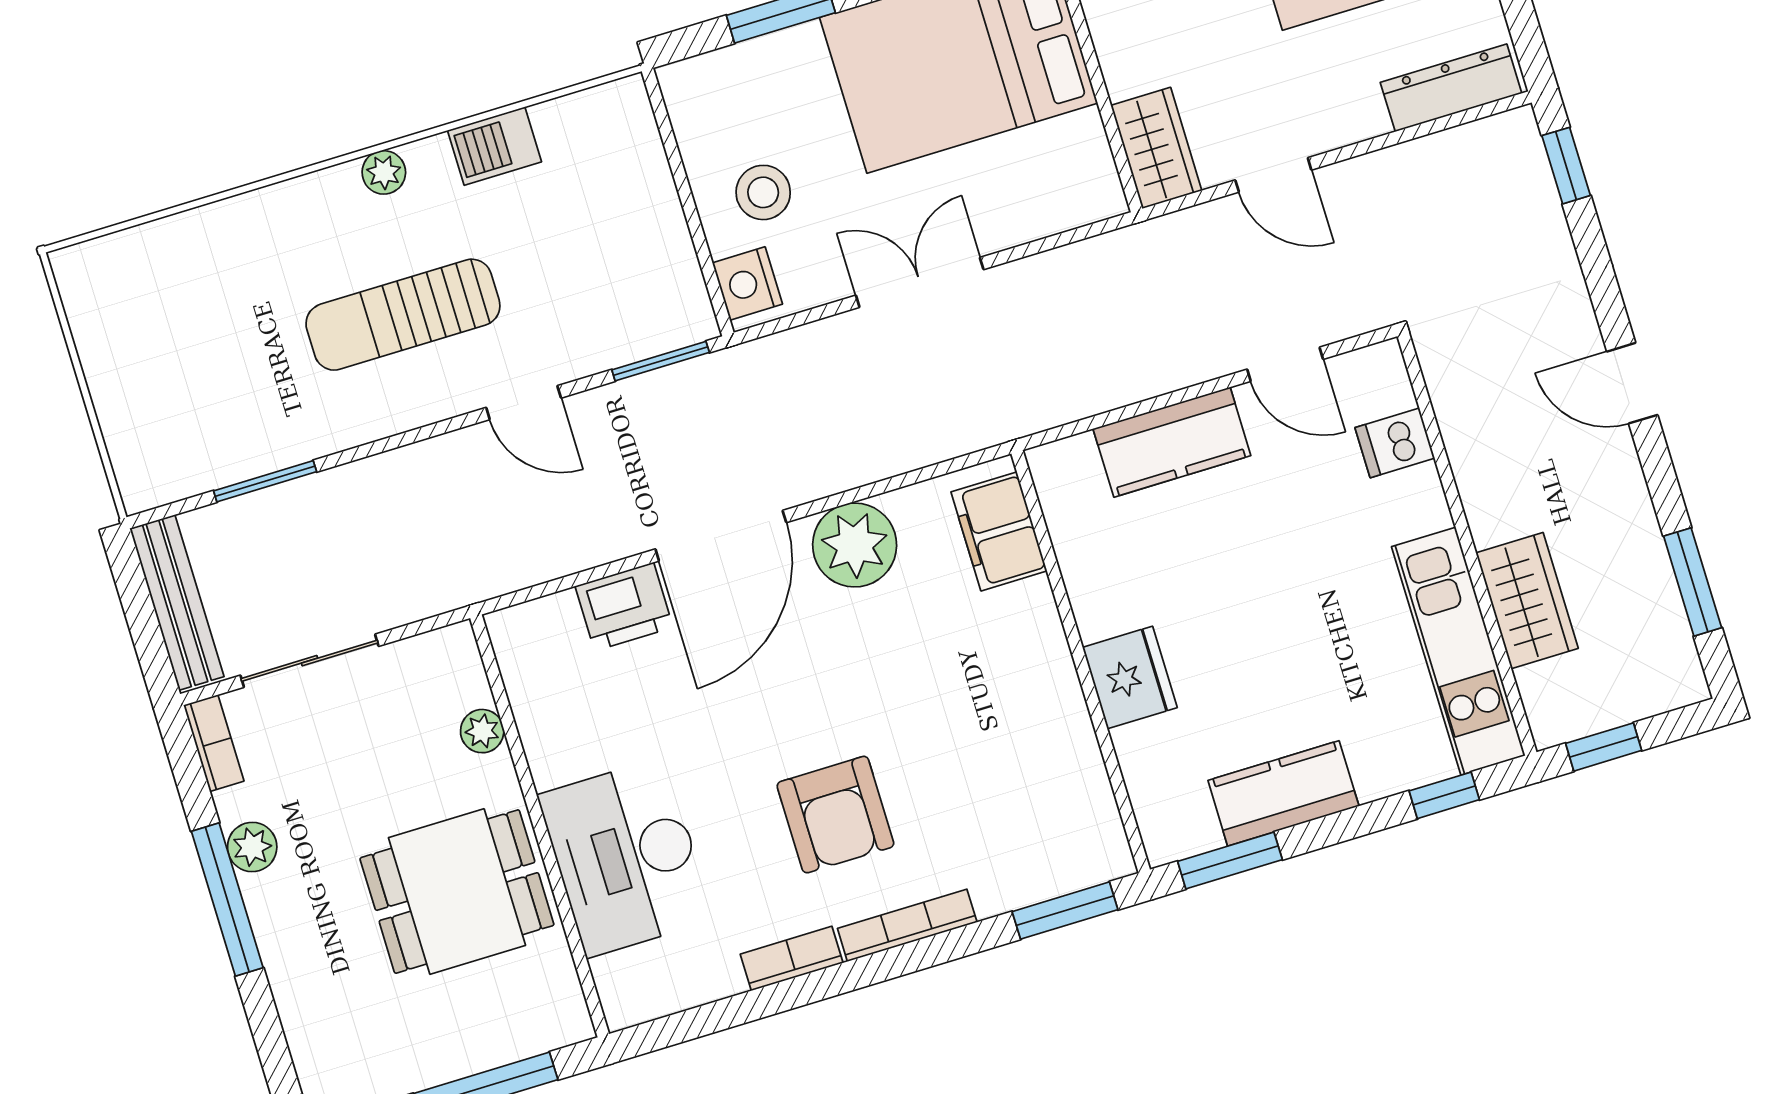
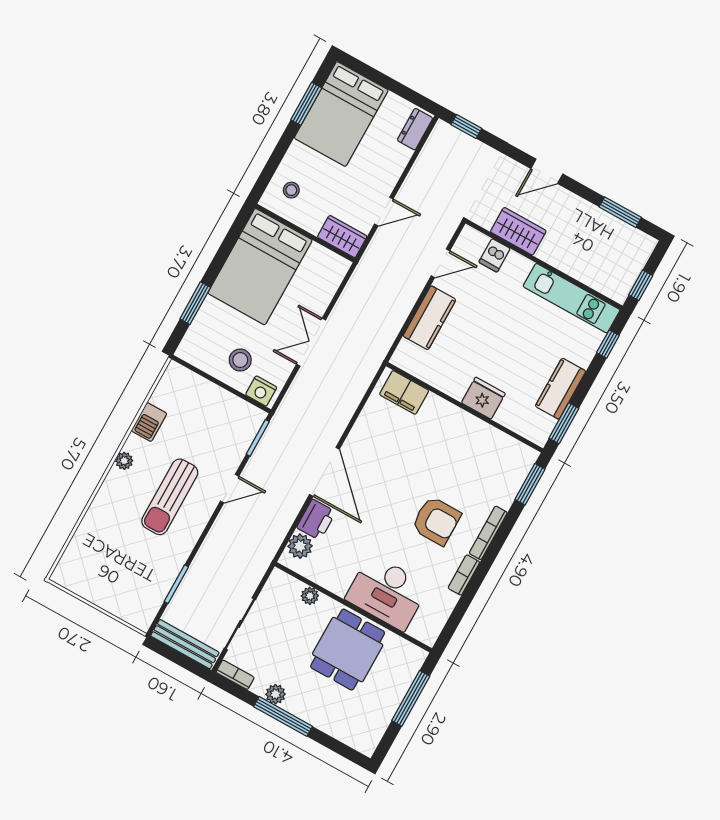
dresser: (1451, 88) -> (415, 129), width x0.70
plant: (855, 545) -> (300, 546), moved, width x0.73, depth x0.73
wardrobe: (1527, 601) -> (518, 231), moved

